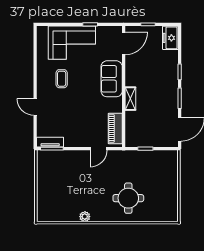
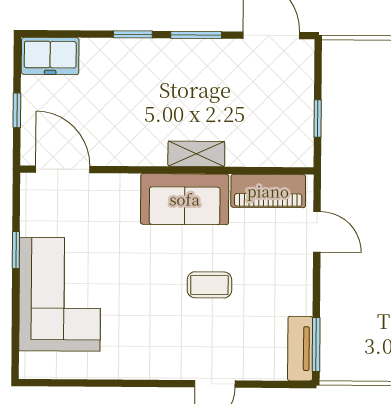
coffee table: (62, 79) -> (209, 285), moved
sofa: (112, 79) -> (185, 199), moved

